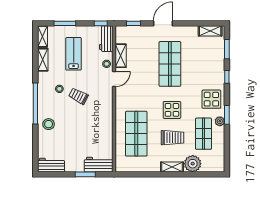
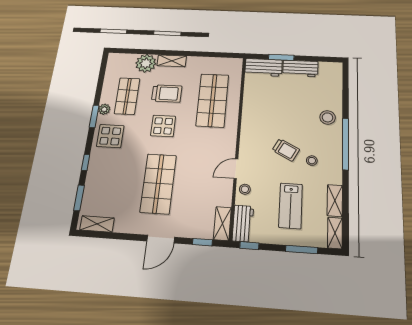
shelving: (121, 56) -> (222, 223), moved
trolley: (173, 138) -> (167, 93), turned 180
workbench: (51, 165) -> (300, 68), moved

